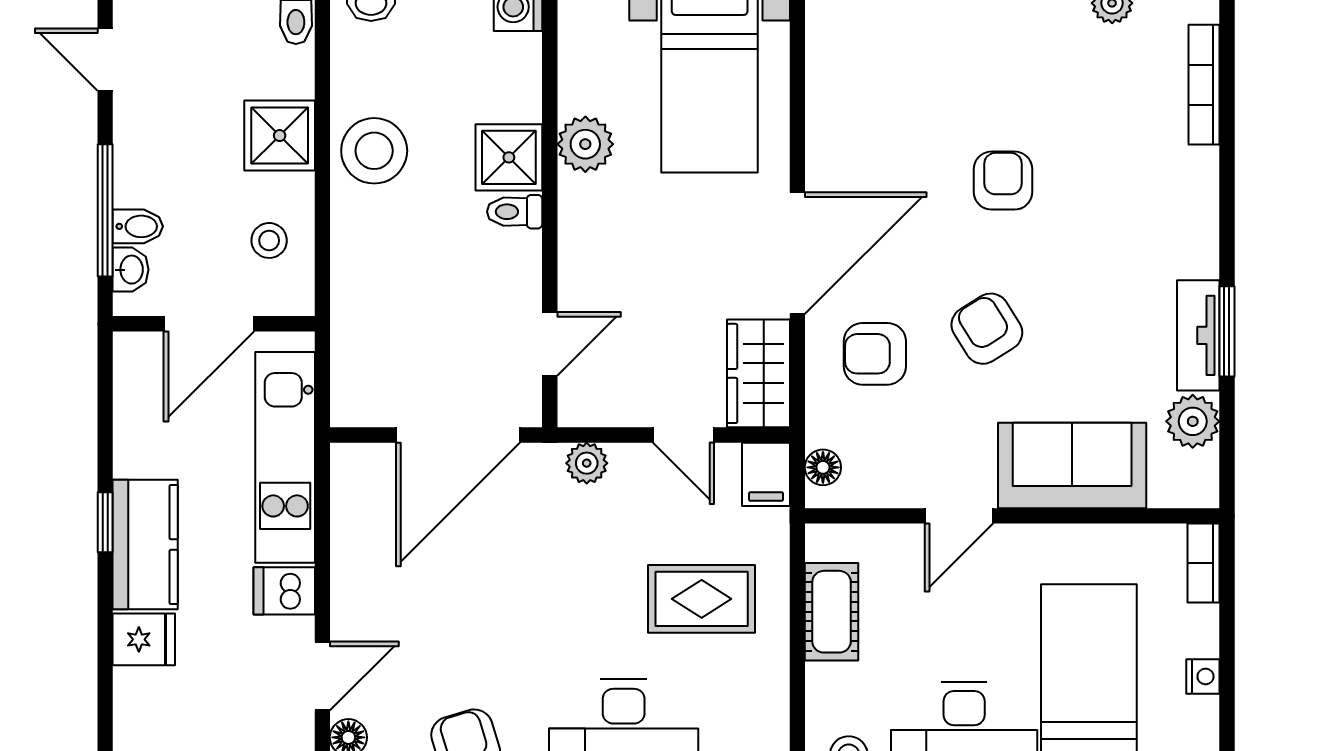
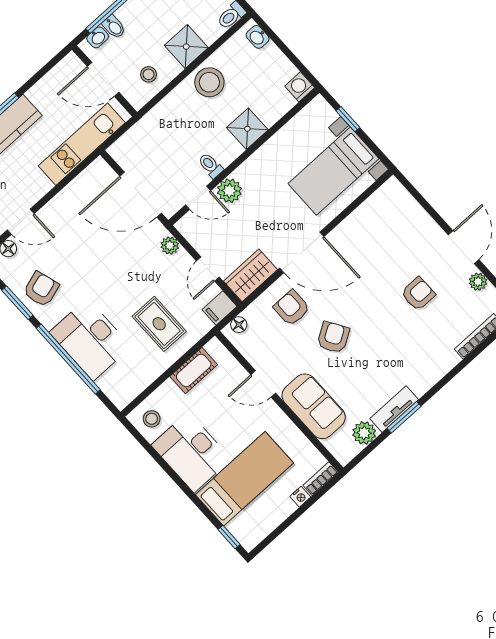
plant: (585, 144) -> (229, 191), moved
armchair: (1003, 181) -> (418, 294), moved
toilet: (515, 212) -> (211, 165), moved
dishwasher: (284, 591) -> (37, 184), removed
nightstand: (1203, 676) -> (300, 497), moved

